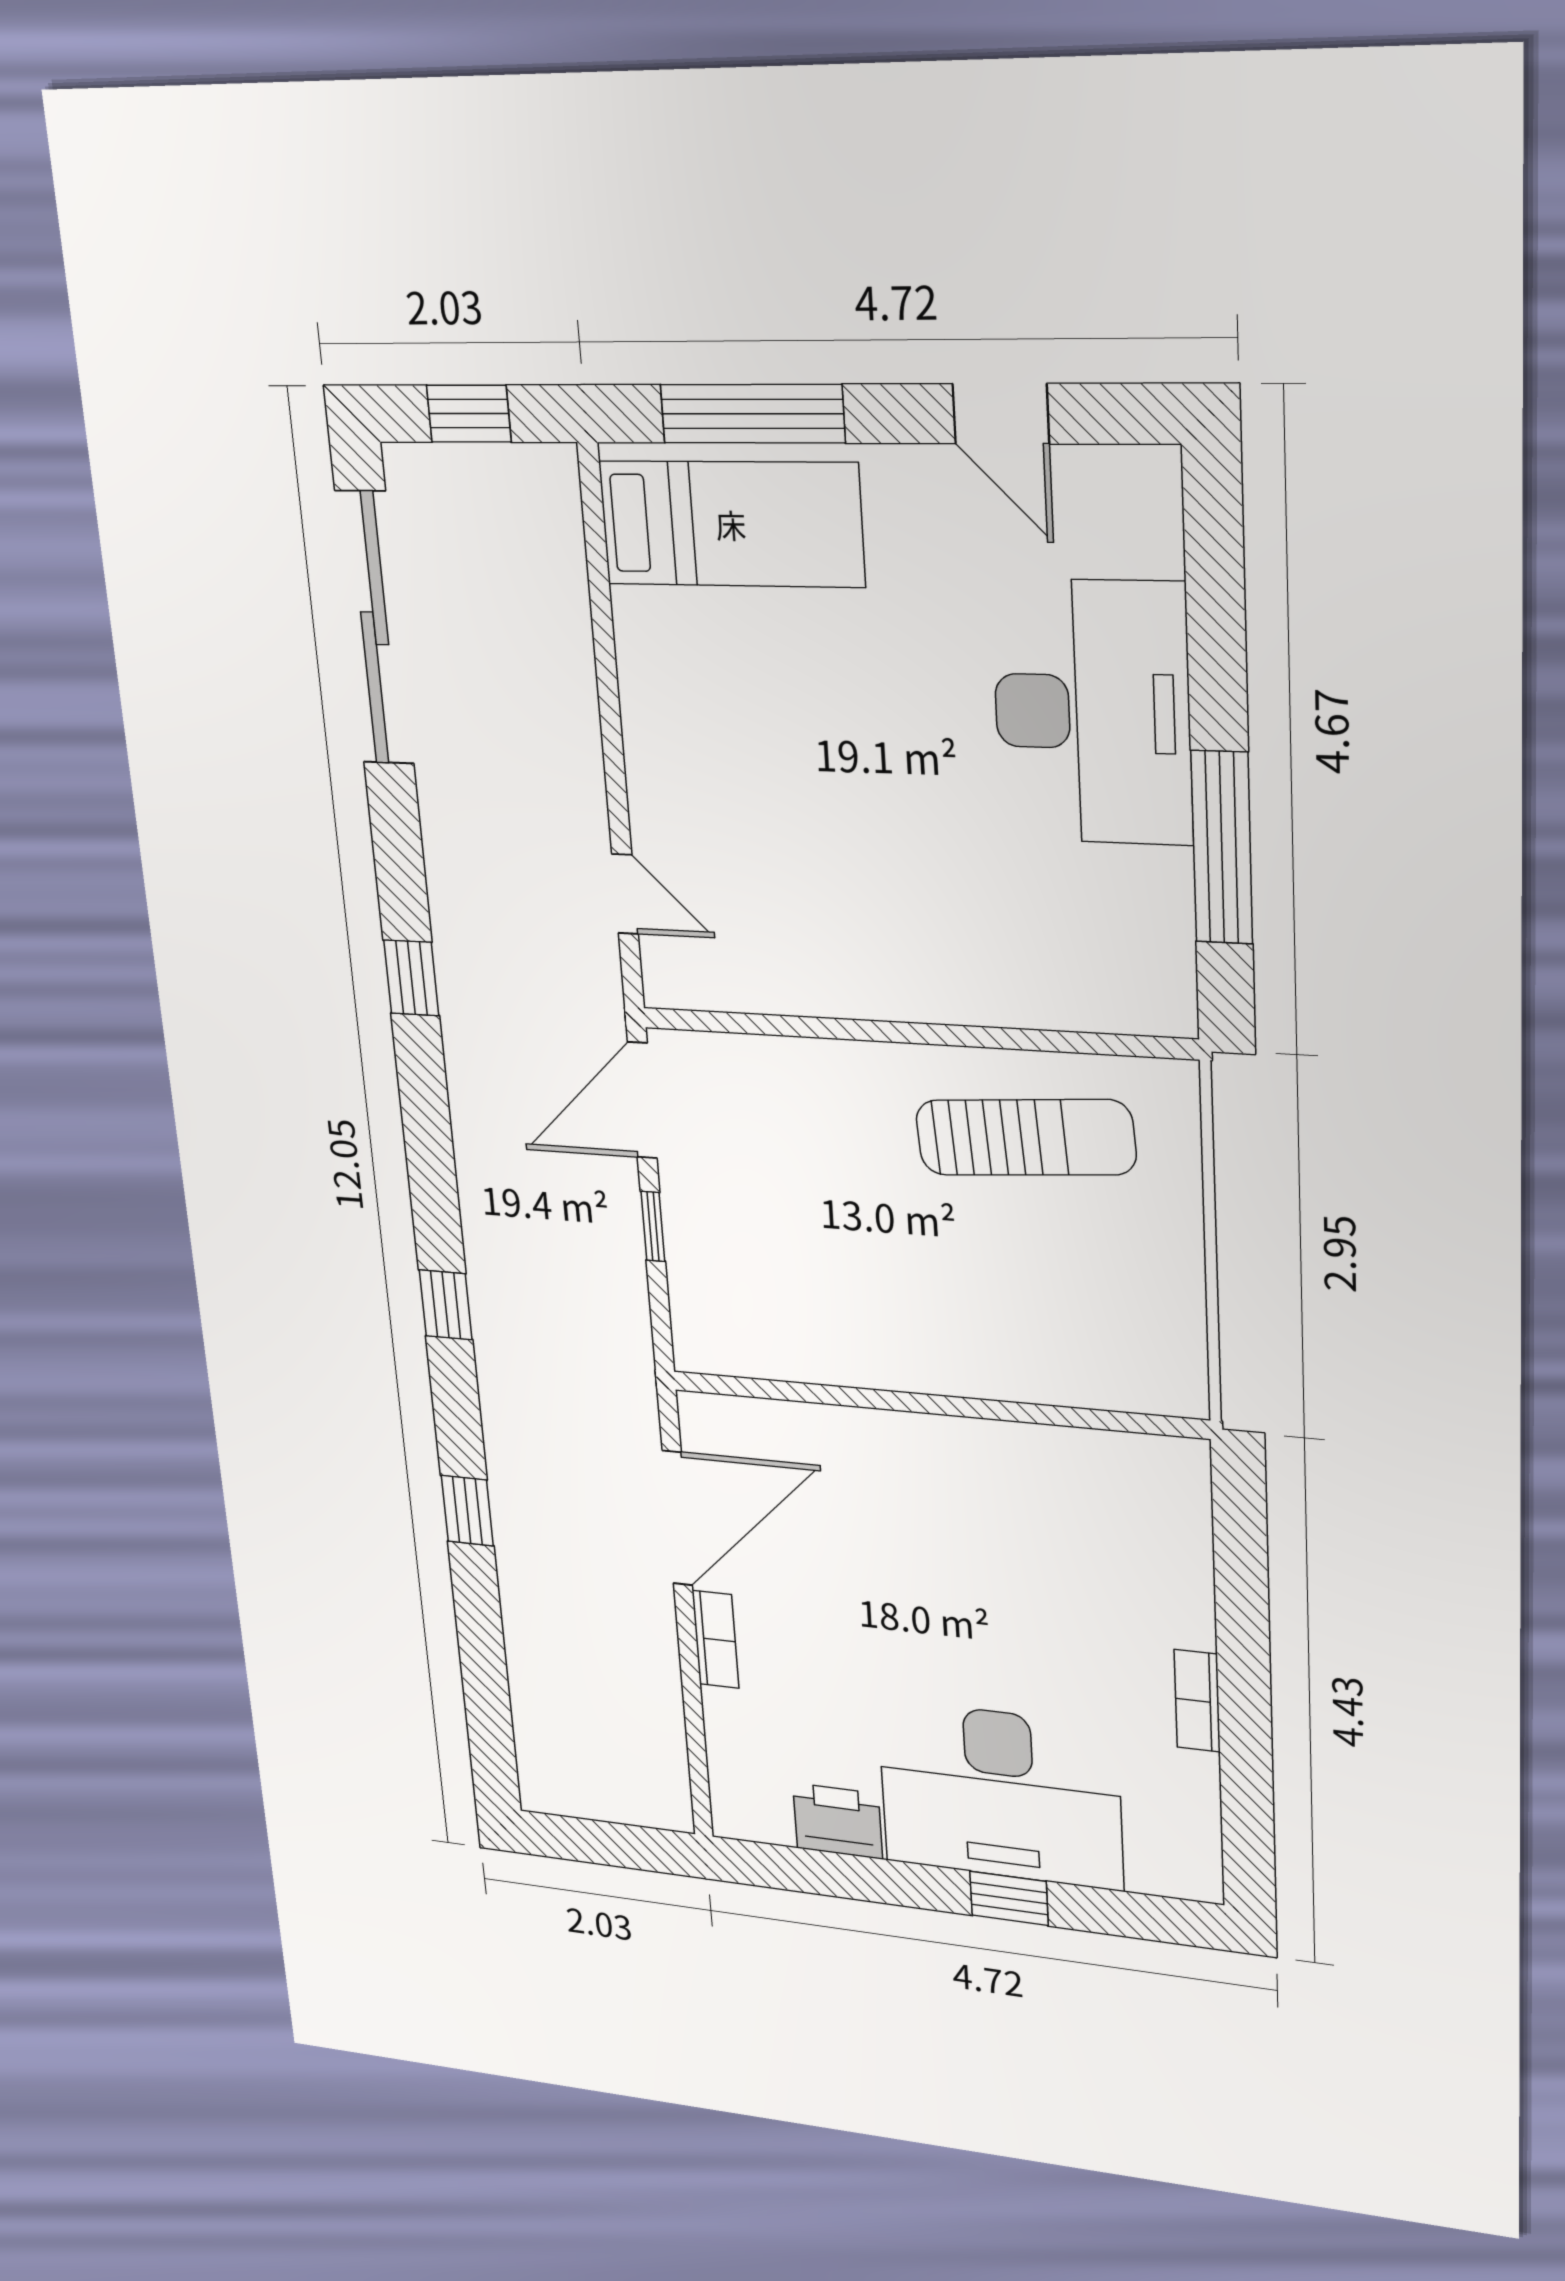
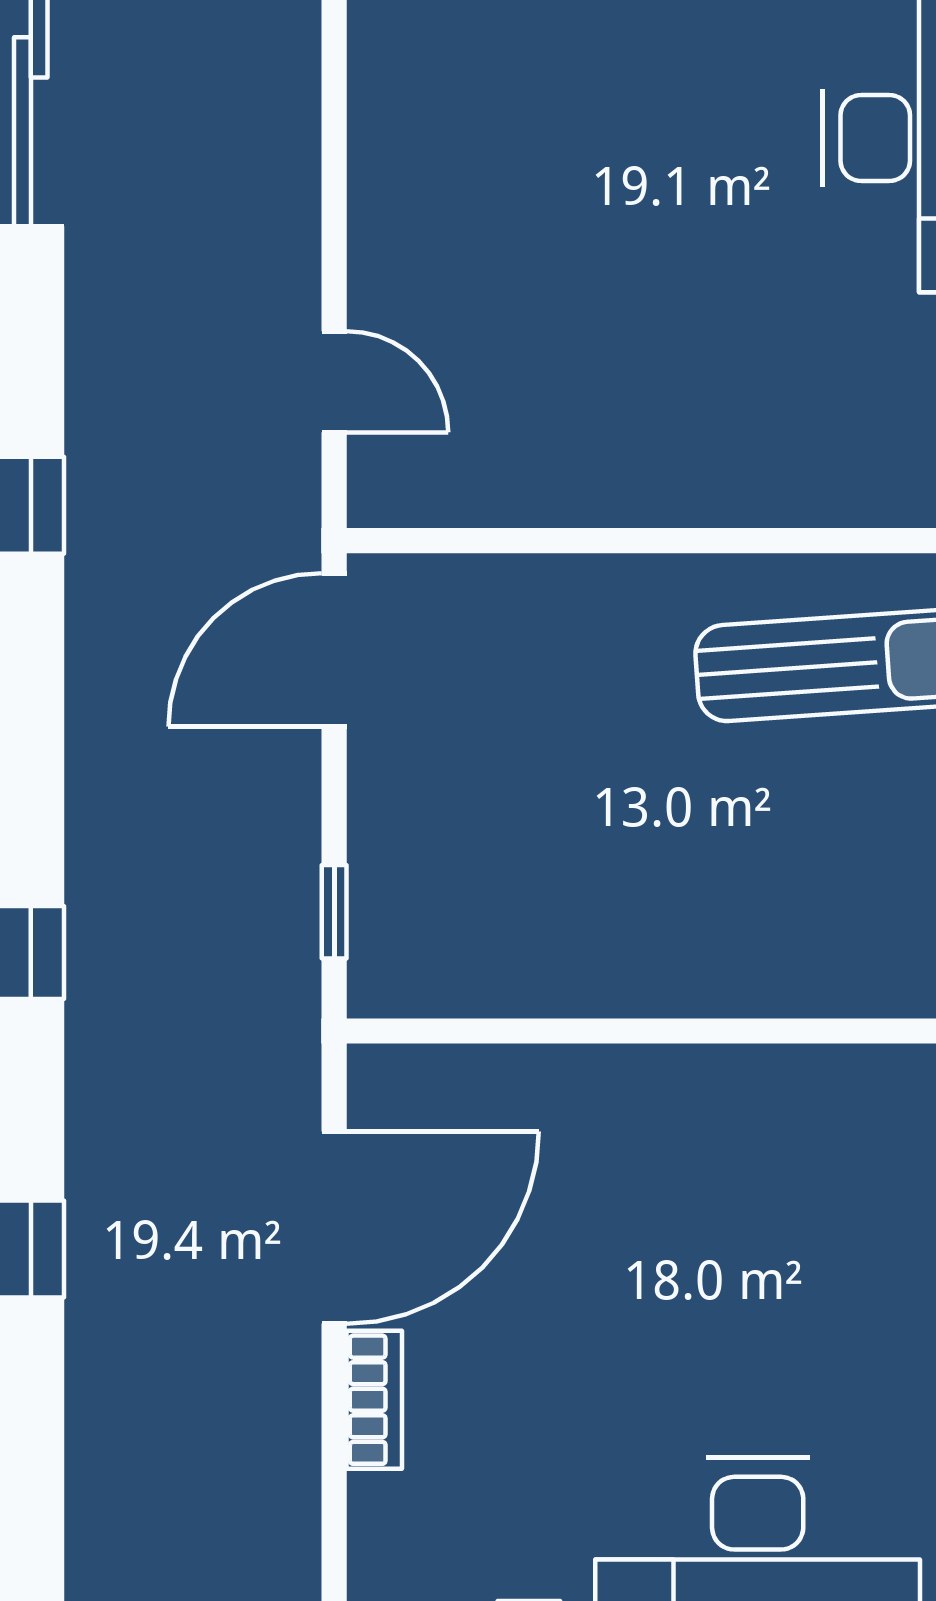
window: (653, 1226) -> (334, 912), moved

